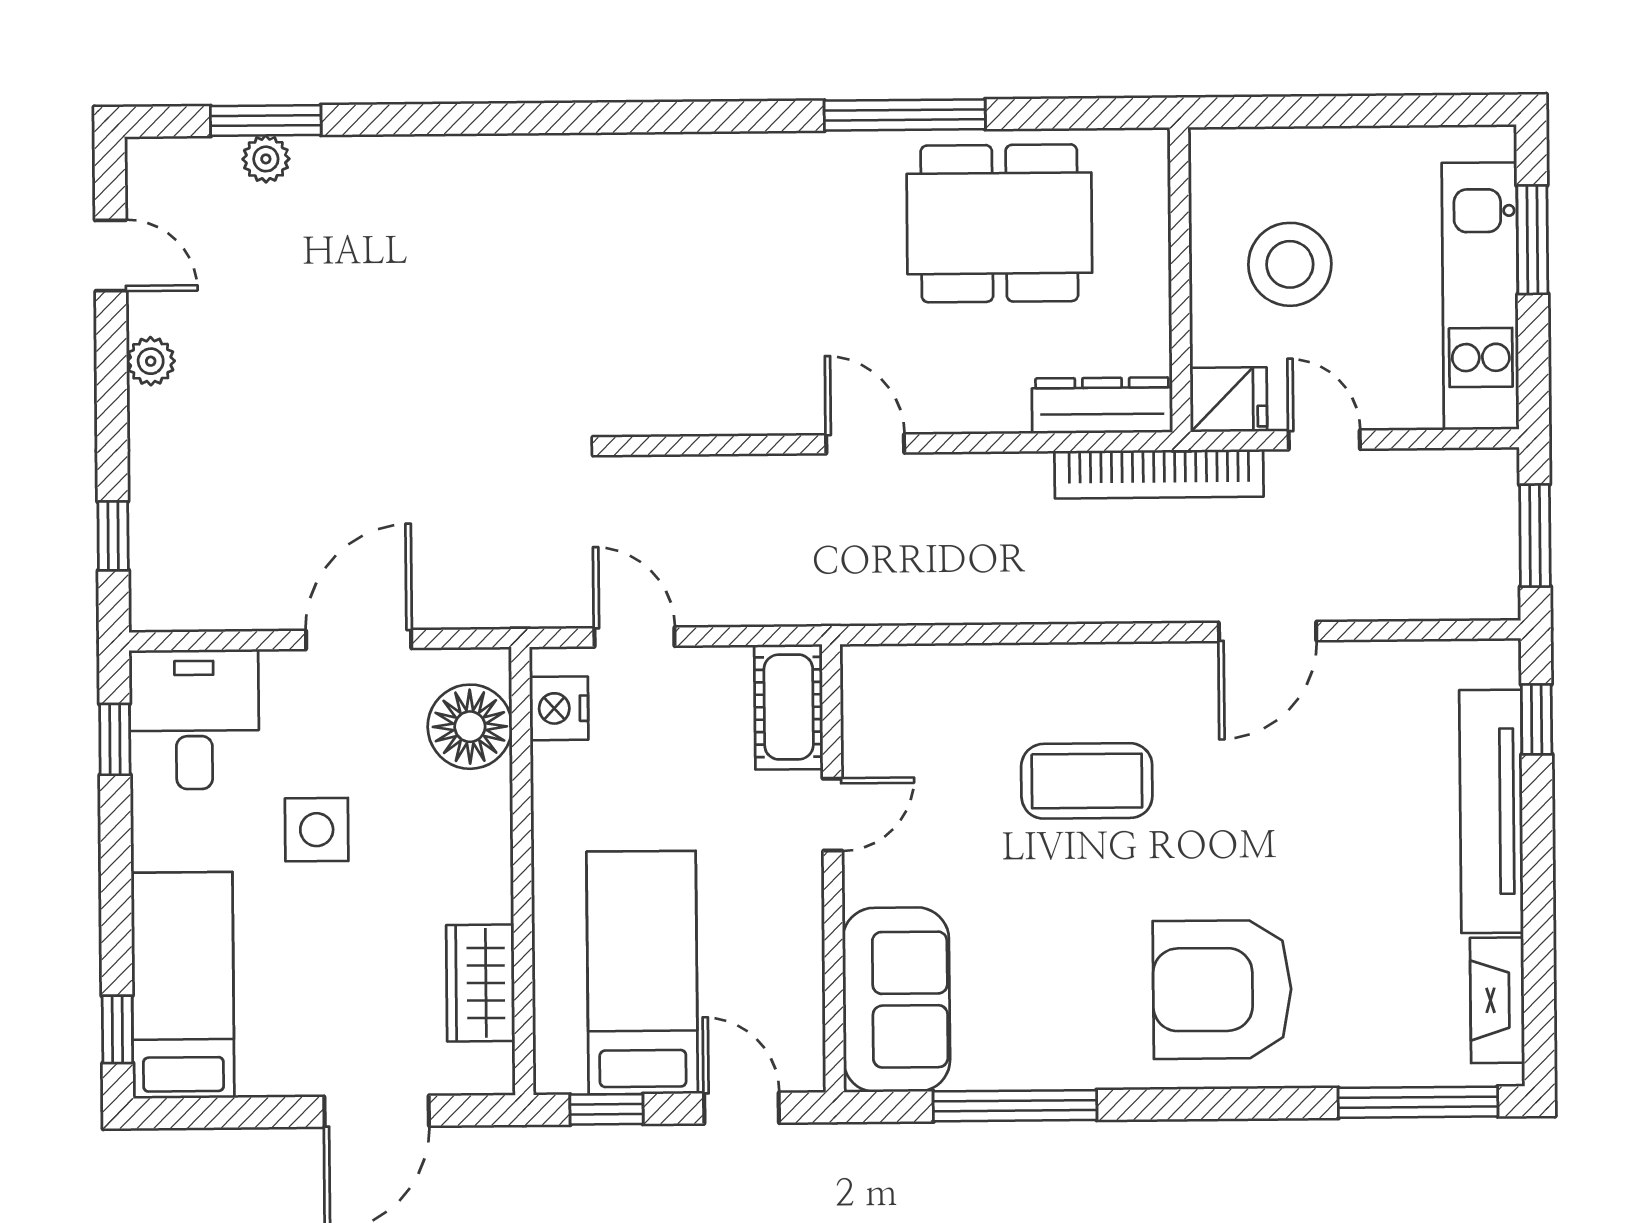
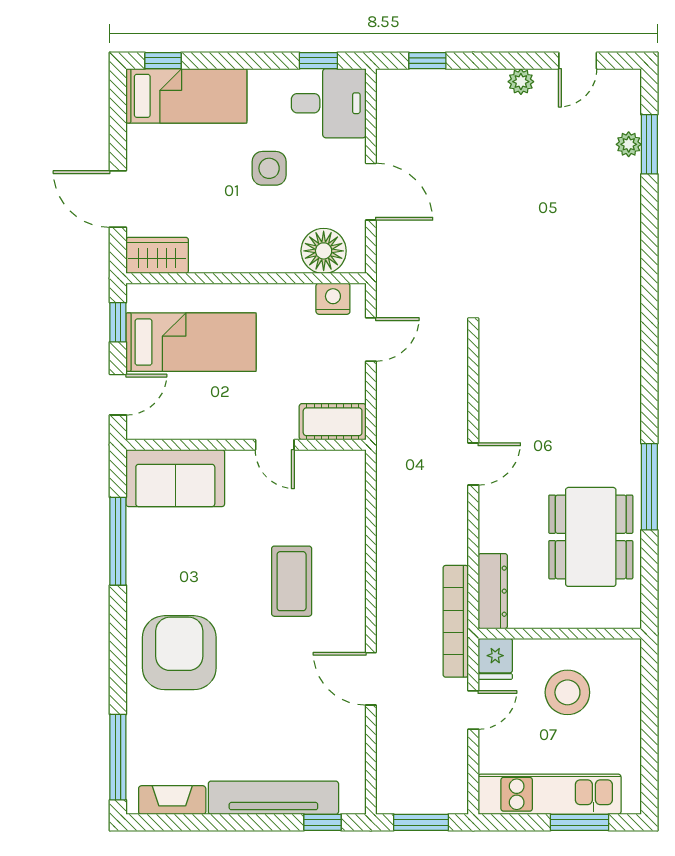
wardrobe: (480, 983) -> (157, 255), moved

